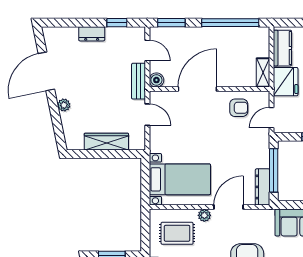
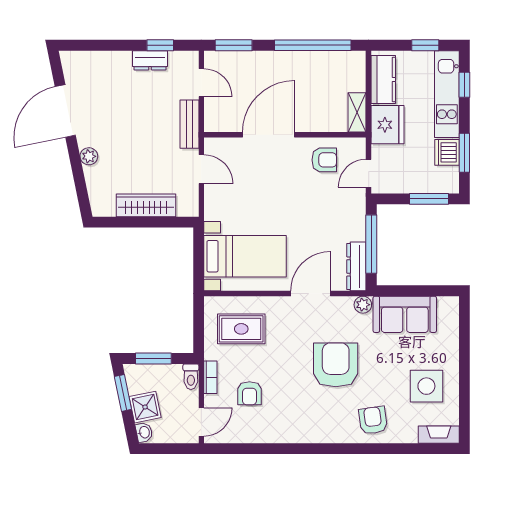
dresser: (92, 34) -> (150, 60), moved
boiler: (156, 80) -> (214, 123), removed
plant: (204, 215) -> (363, 305), moved

